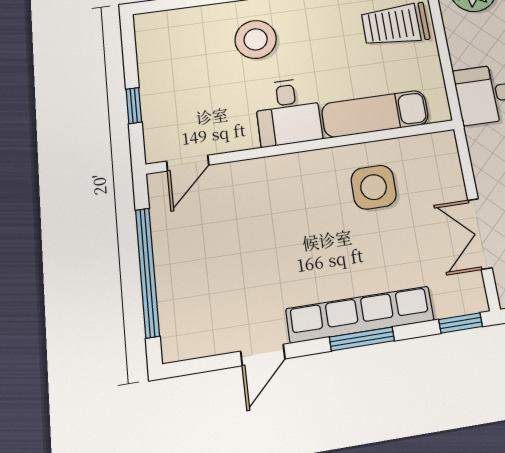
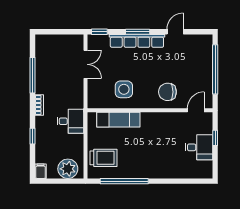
stool: (256, 39) -> (163, 160), removed
desk: (288, 112) -> (199, 147), moved, turned 90
chair: (264, 197) -> (167, 92), added

